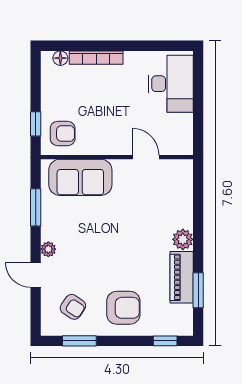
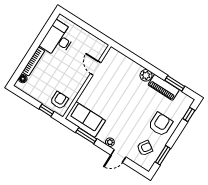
desk: (171, 84) -> (58, 39), moved, turned -90
door: (146, 157) -> (96, 68), hinge flipped
sofa: (80, 177) -> (85, 119), moved, turned -90

